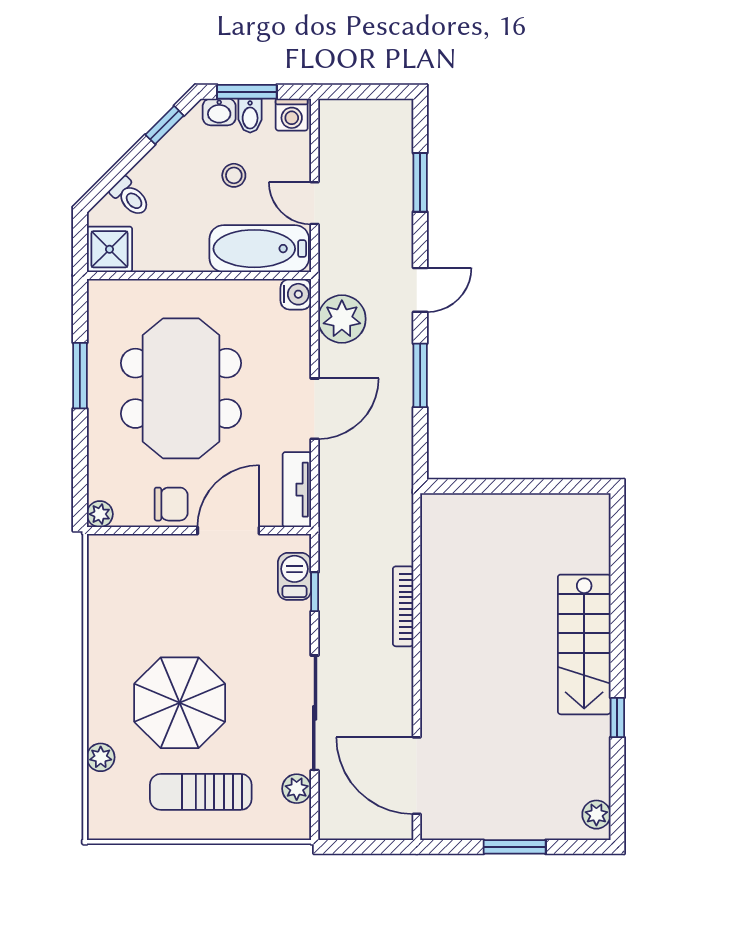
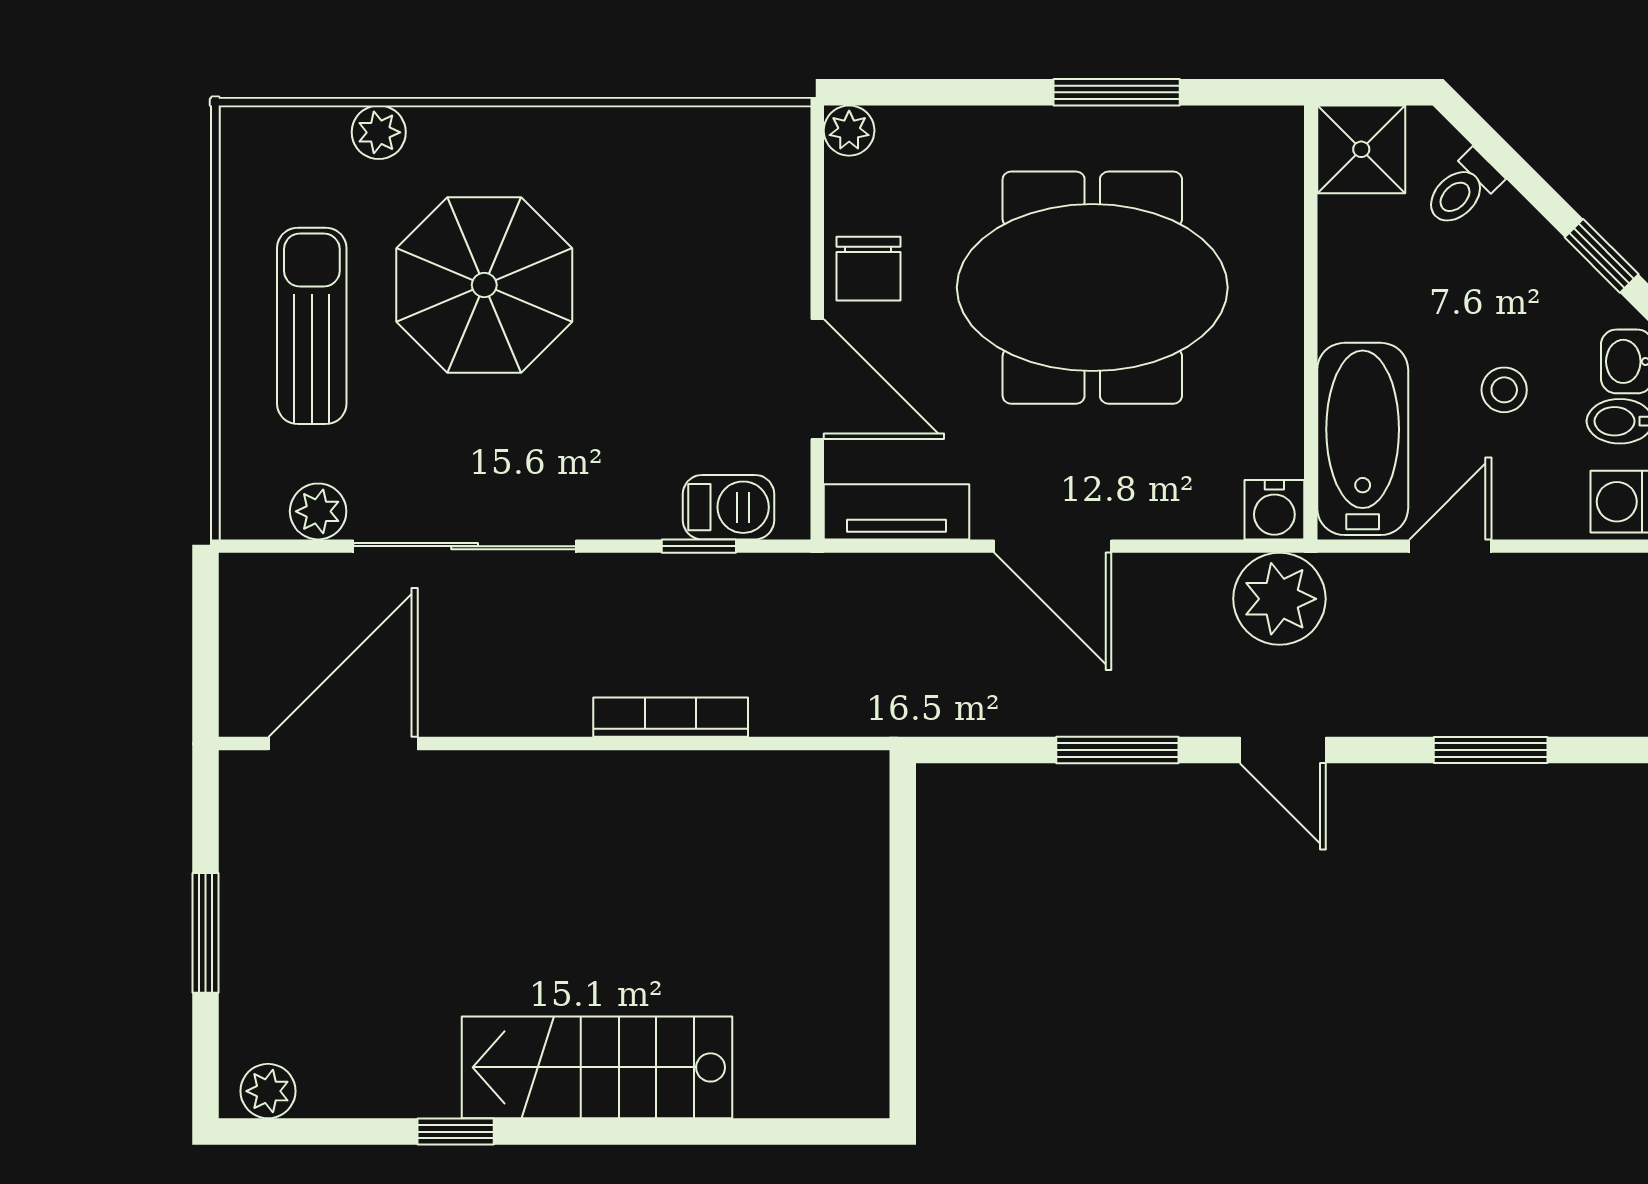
plant: (342, 319) -> (1279, 599), moved

